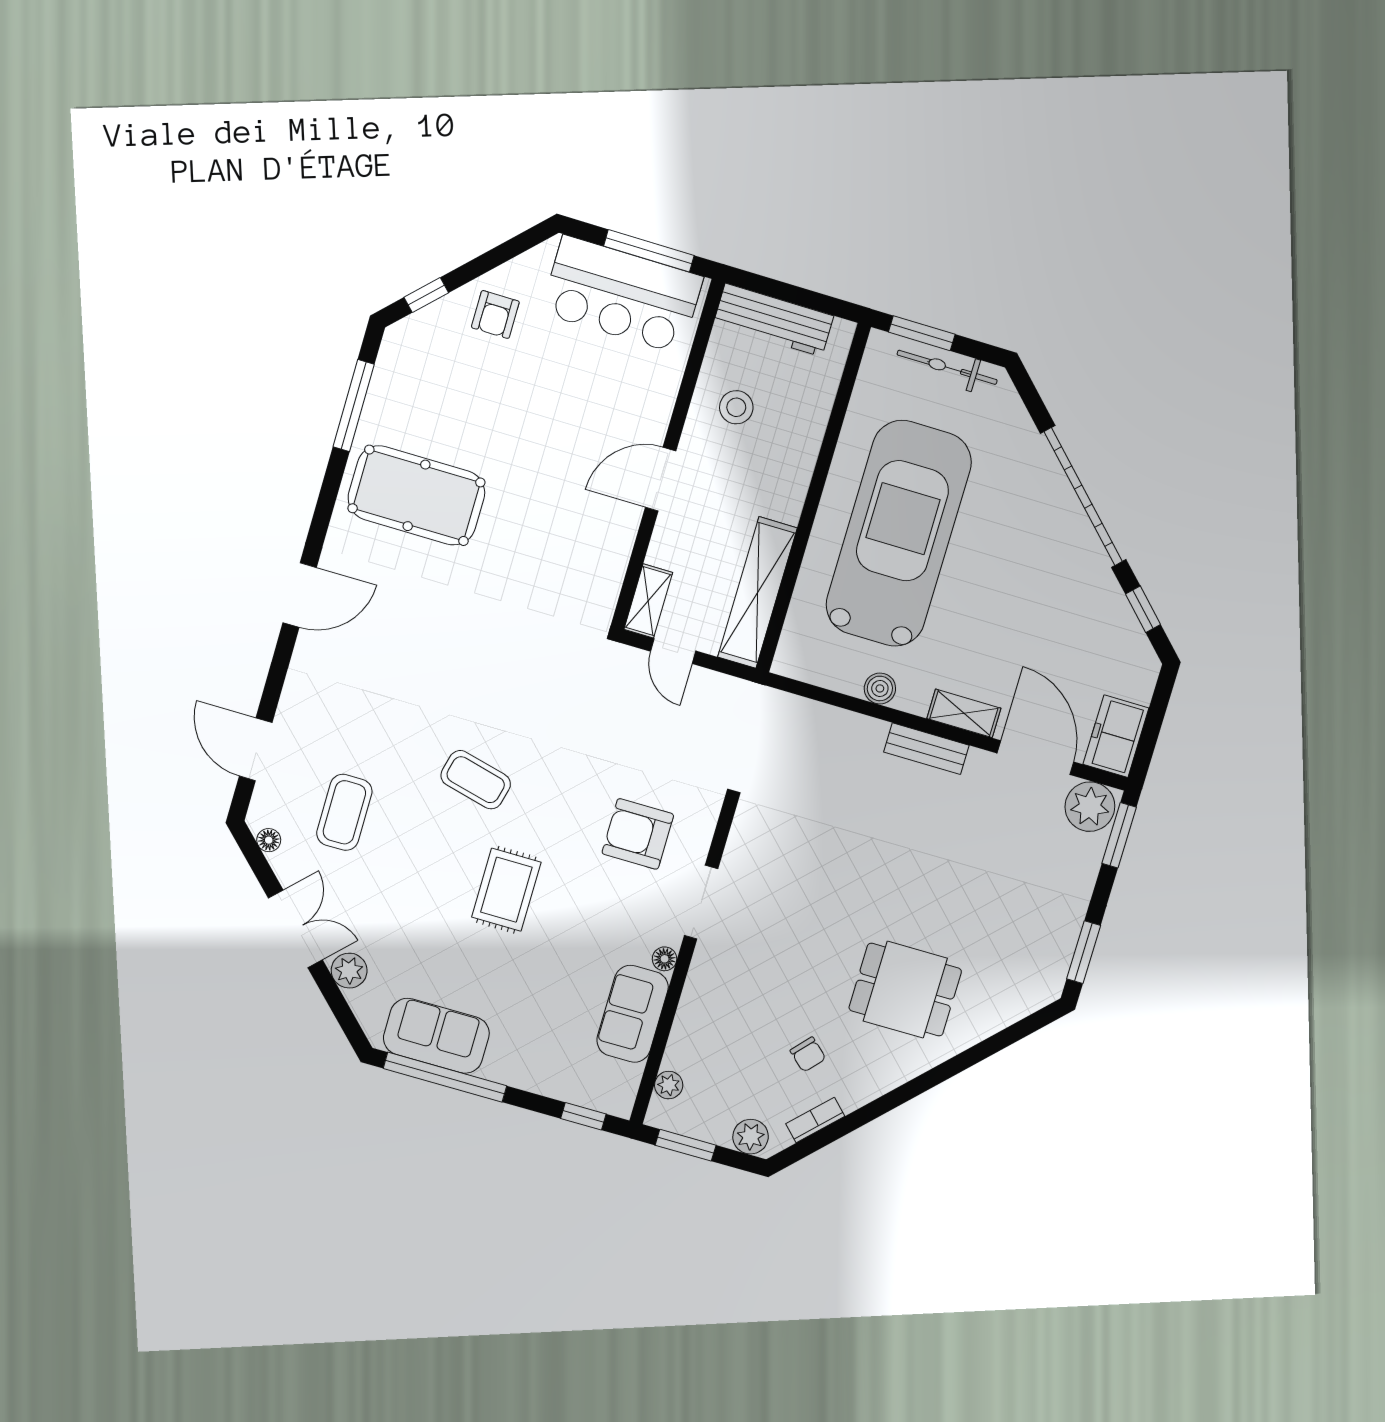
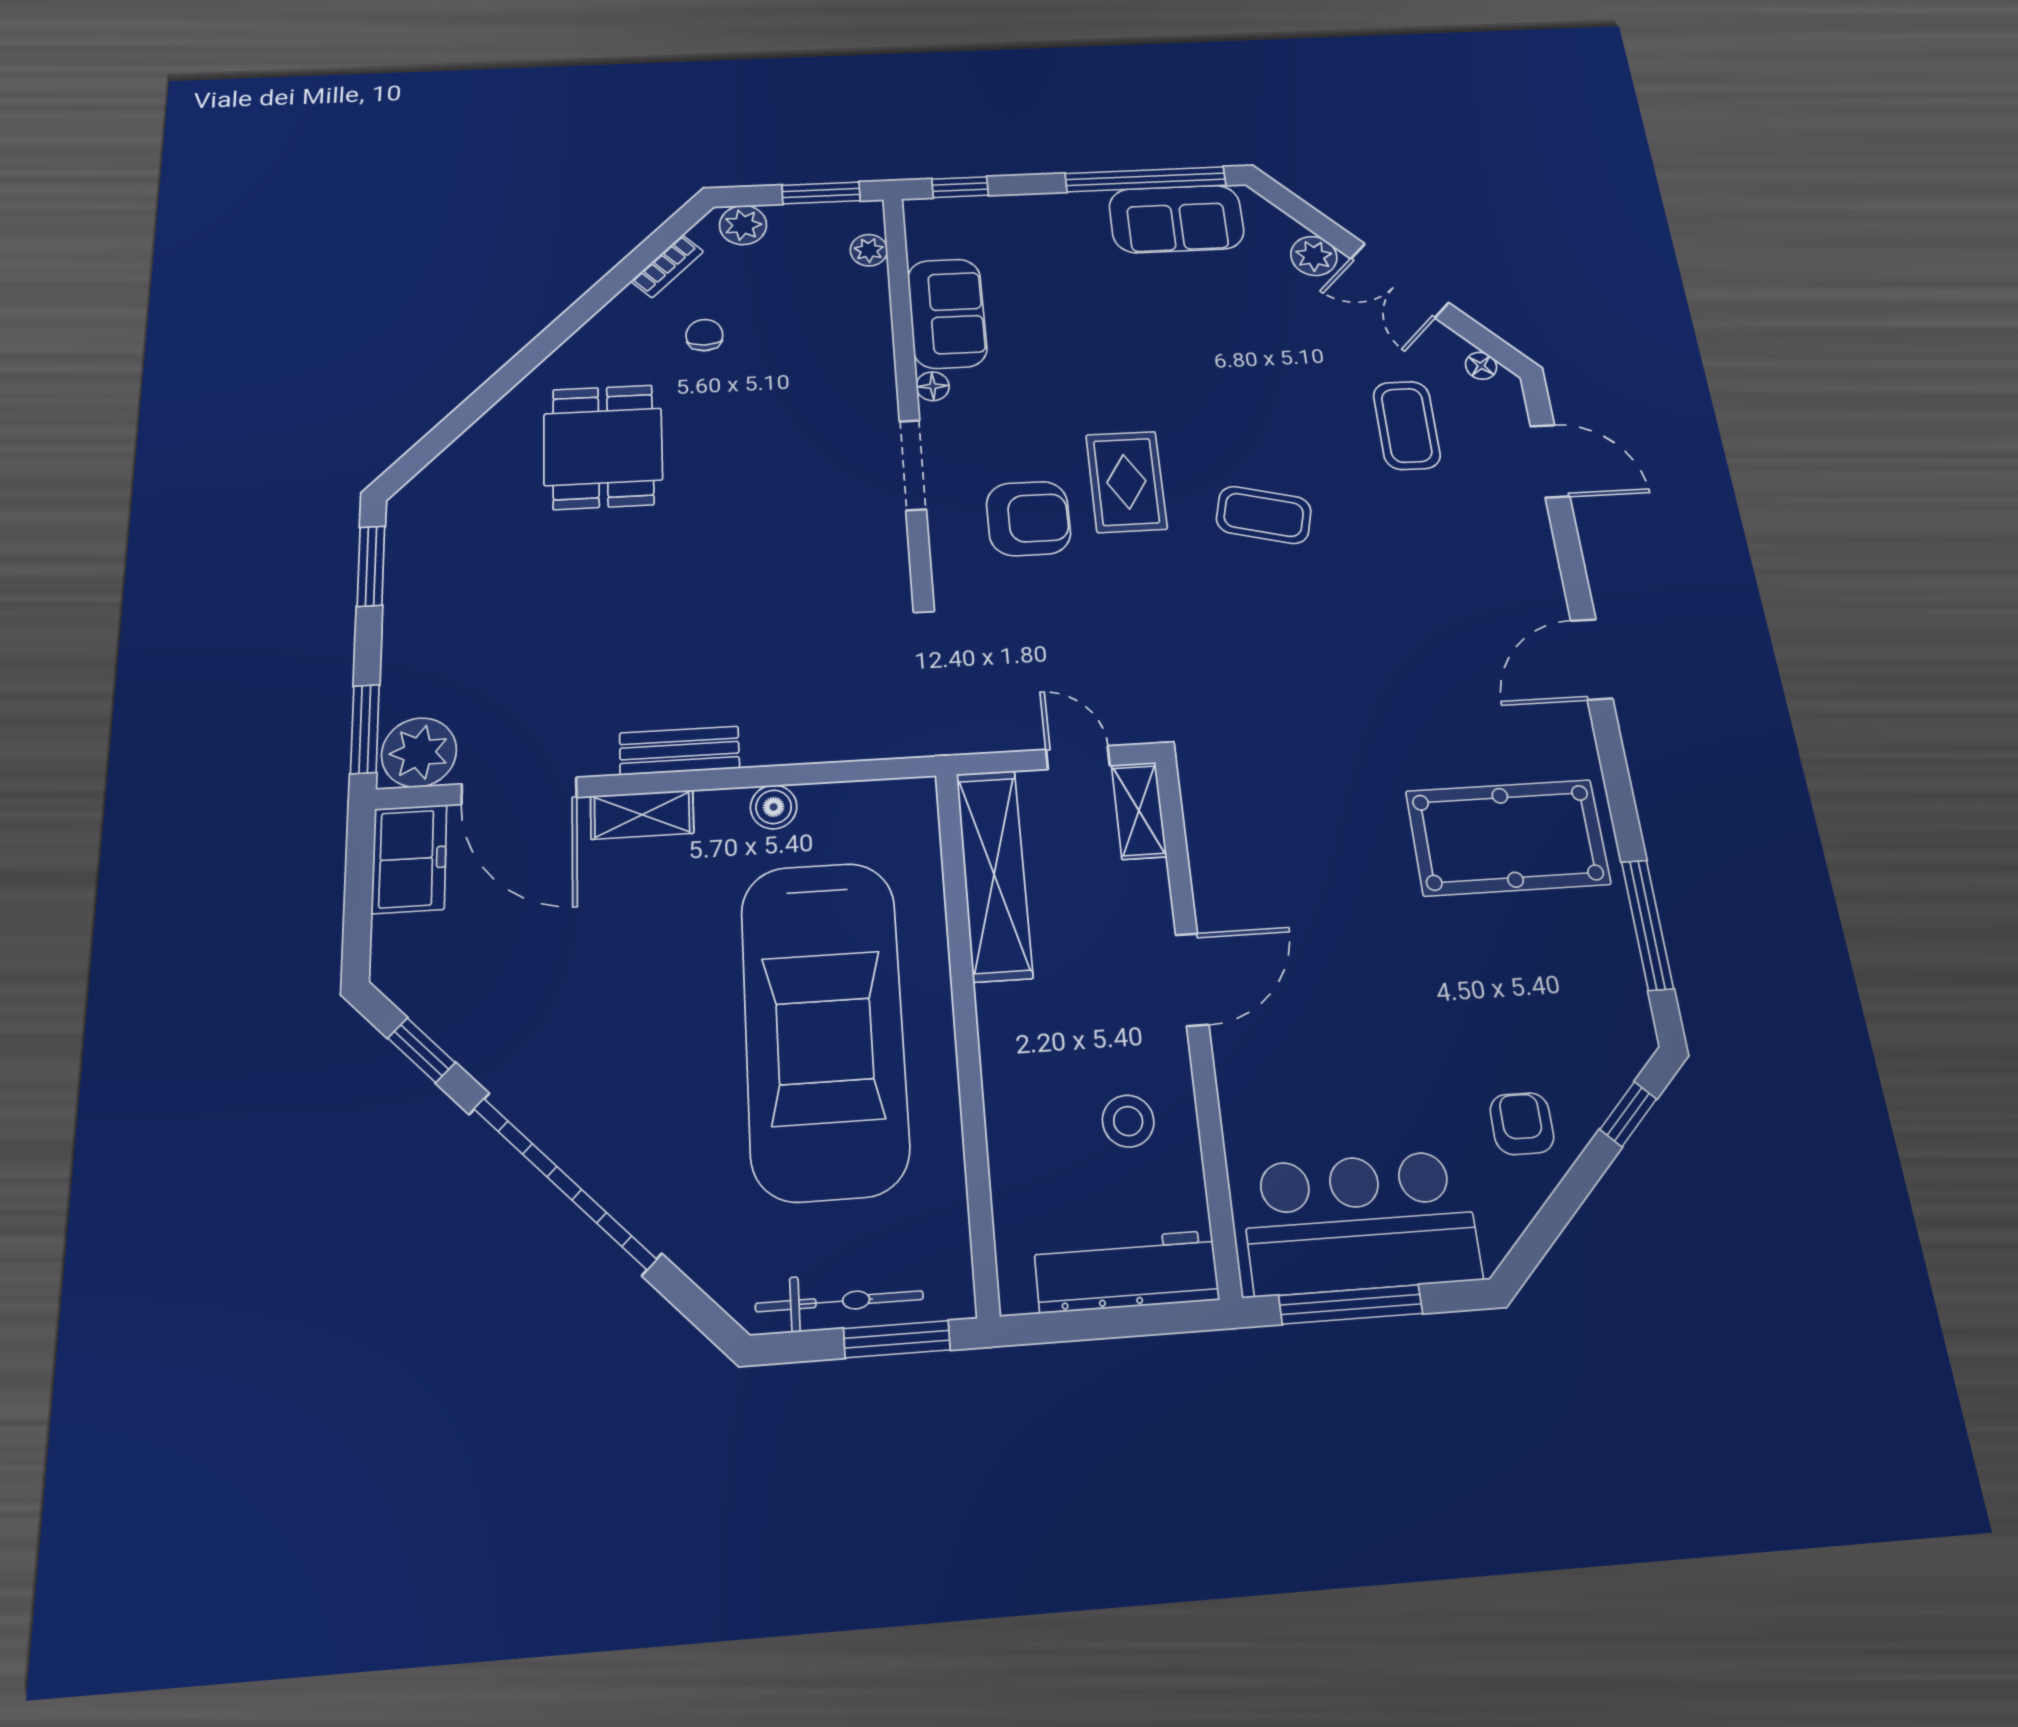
rug: (506, 890) -> (1126, 482), moved
dining table: (905, 990) -> (603, 447), turned 90
chair: (808, 1054) -> (704, 335), turned 48

